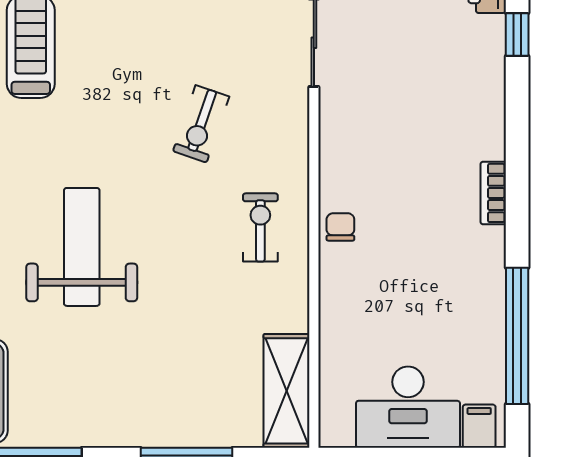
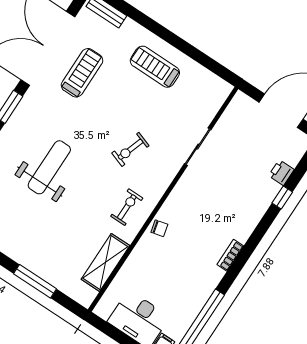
chair: (340, 227) -> (159, 228), turned 76
shelving: (286, 391) -> (105, 262), moved

